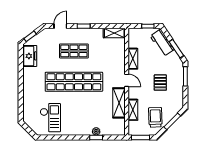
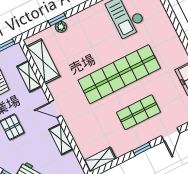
shelving: (119, 103) -> (43, 61), moved

